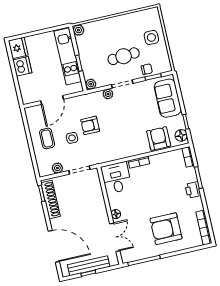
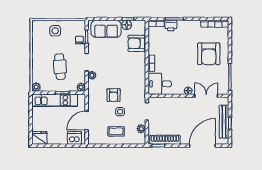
cafe table: (124, 56) -> (60, 67), moved
dishwasher: (22, 66) -> (74, 138), moved
door: (52, 100) -> (87, 120), swing flipped
floor lamp: (181, 135) -> (127, 25), moved
printer: (193, 190) -> (171, 26), moved

